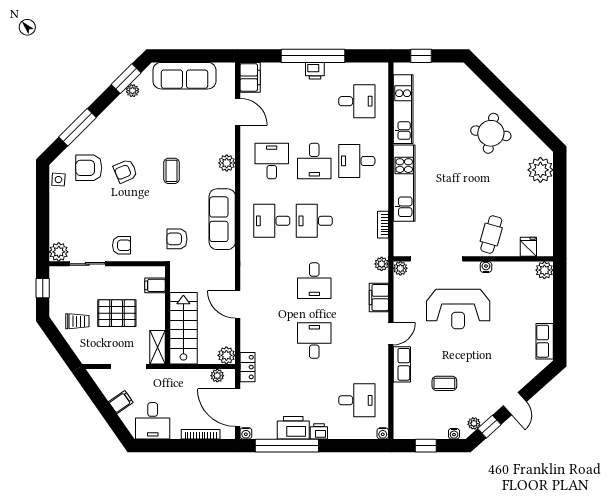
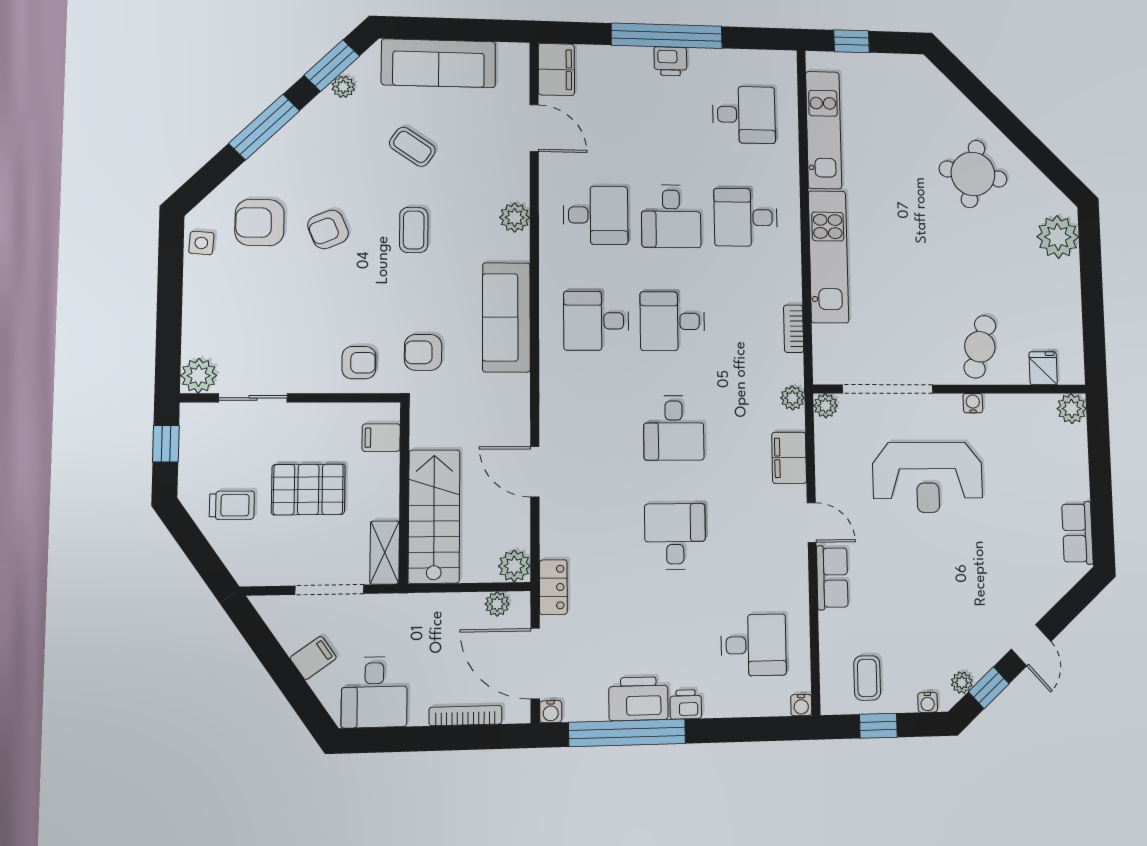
coffee table: (170, 124) -> (412, 147), added
window: (78, 127) -> (264, 127), moved
desk: (272, 161) -> (596, 215), turned 90
armchair: (122, 245) -> (359, 363), moved
door: (391, 334) -> (812, 523), hinge flipped
coffee table: (444, 383) -> (867, 678), moved, turned 90

